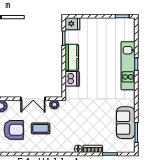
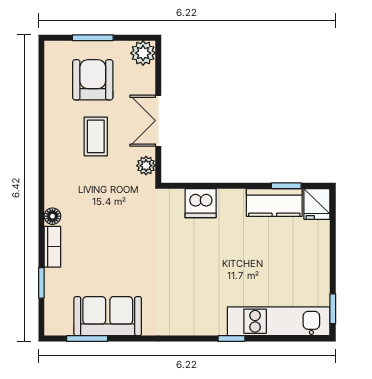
kitchen counter: (72, 57) -> (274, 202), moved
kitchen unit: (128, 66) -> (279, 321), moved
armchair: (14, 130) -> (93, 80), turned 180

